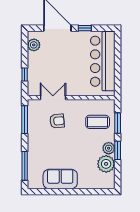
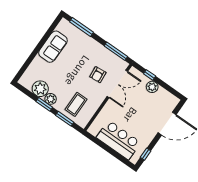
window: (85, 28) -> (146, 154), moved
plant: (34, 45) -> (152, 87), moved
bar counter: (103, 61) -> (119, 140), width x0.73
double door: (53, 98) -> (117, 84), width x1.37

